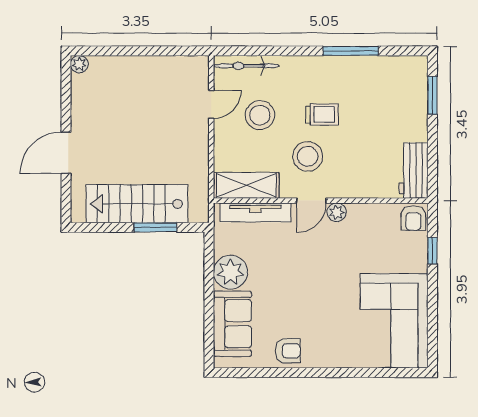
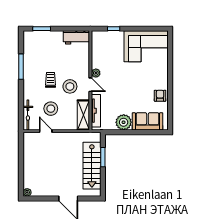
armchair: (413, 218) -> (98, 37), removed

